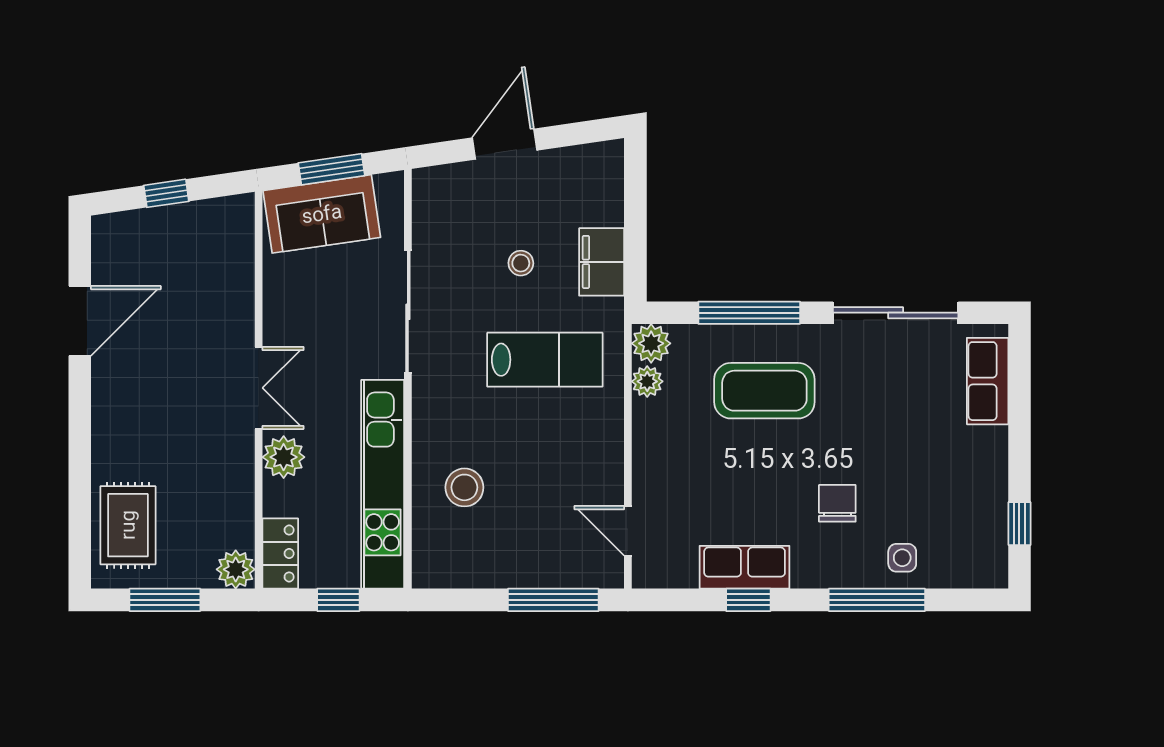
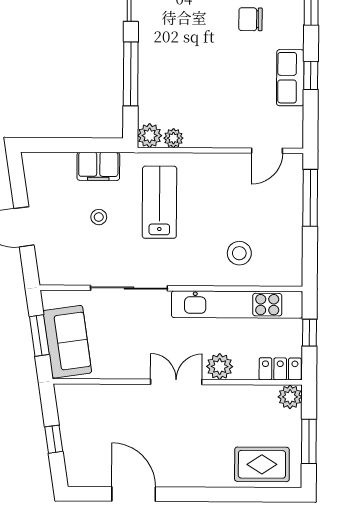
coffee table: (764, 391) -> (180, 65), removed

